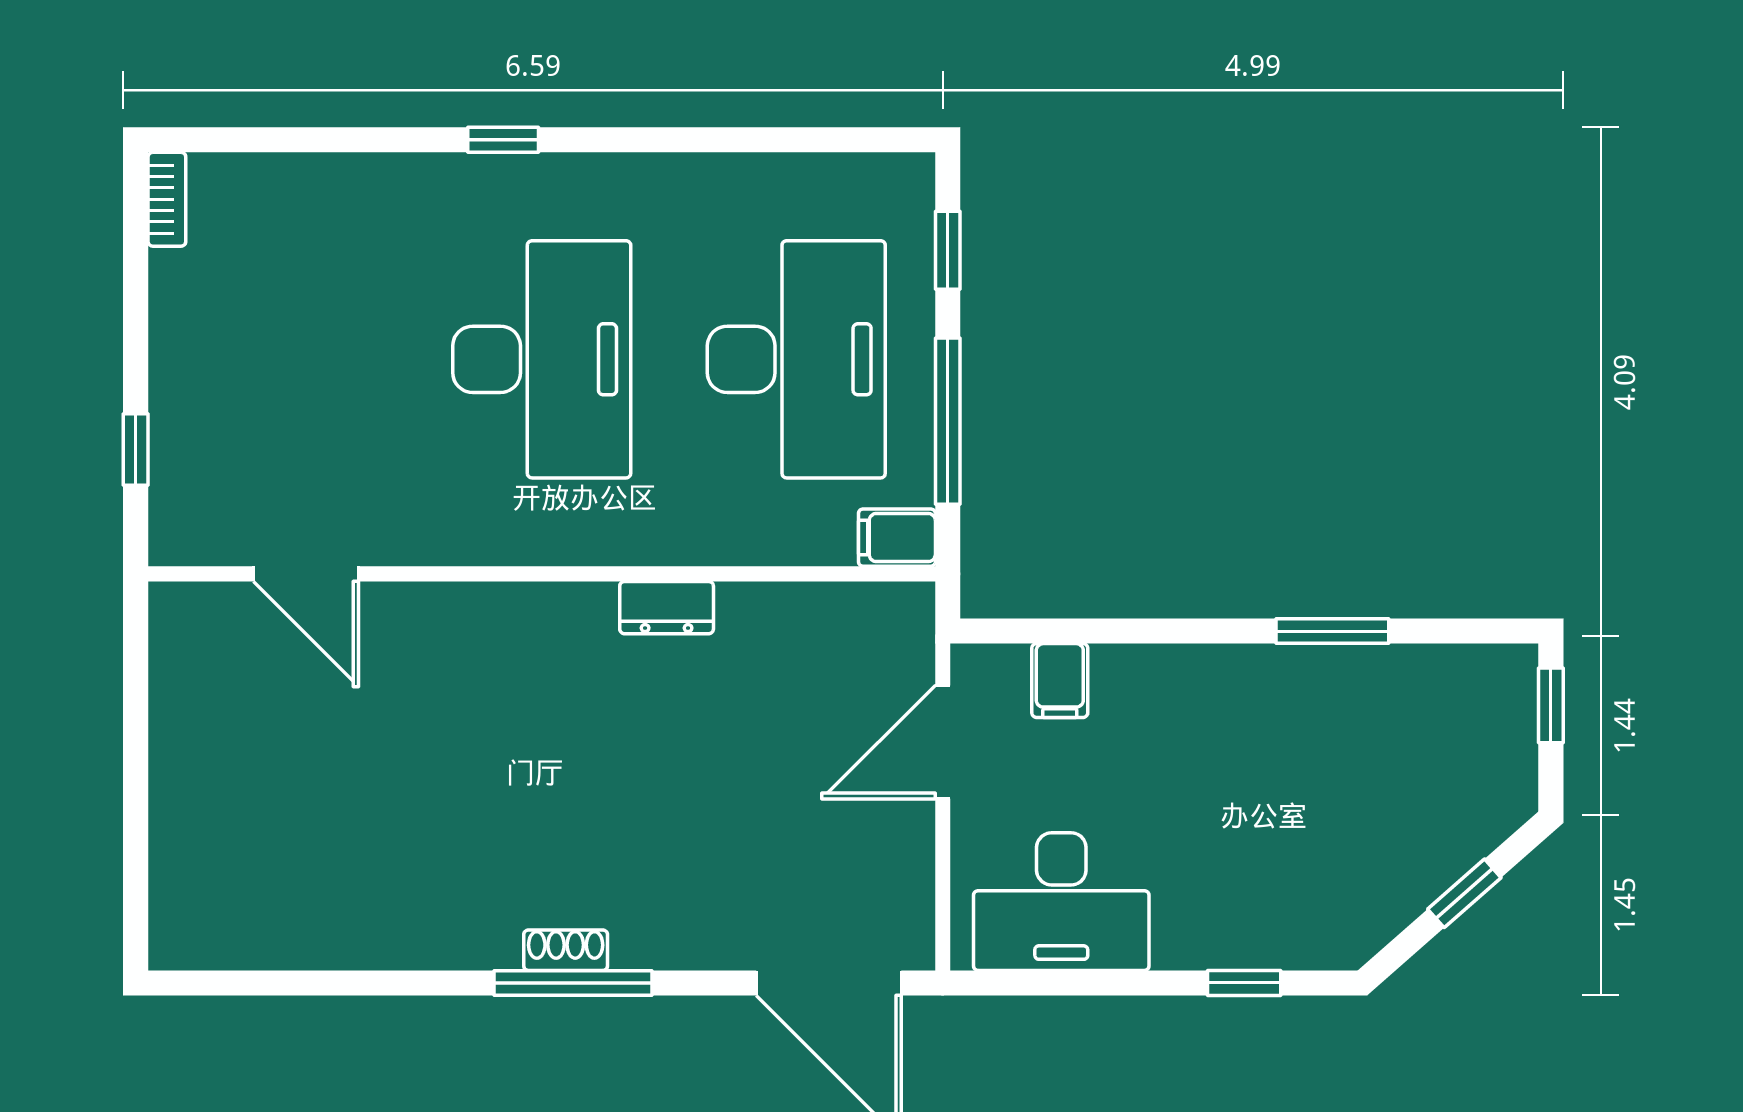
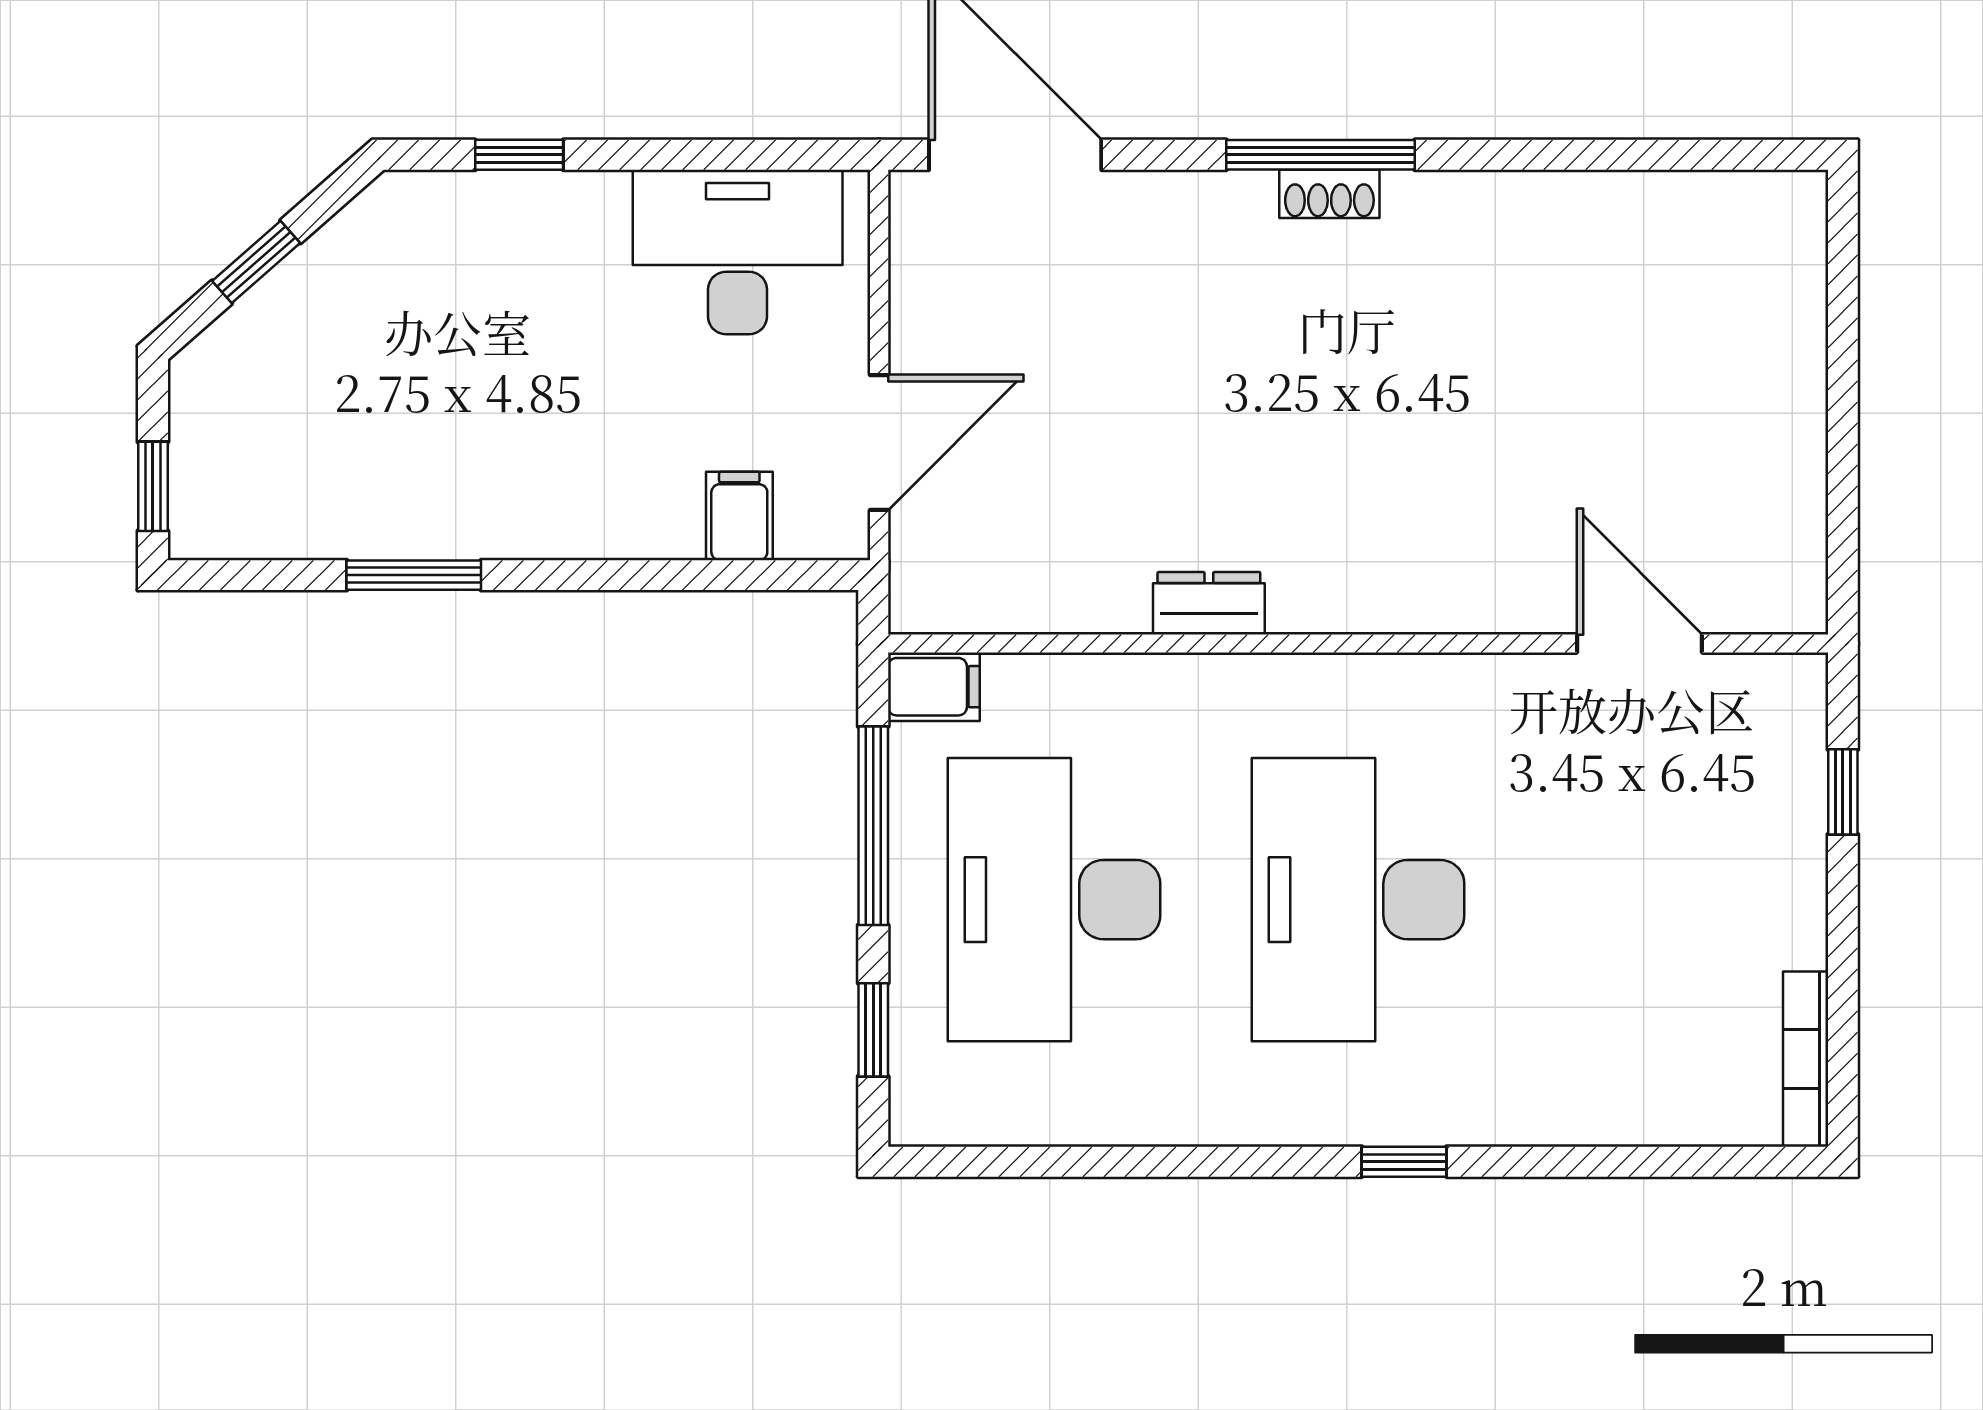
bookcase: (167, 199) -> (1806, 1059), width x1.56

